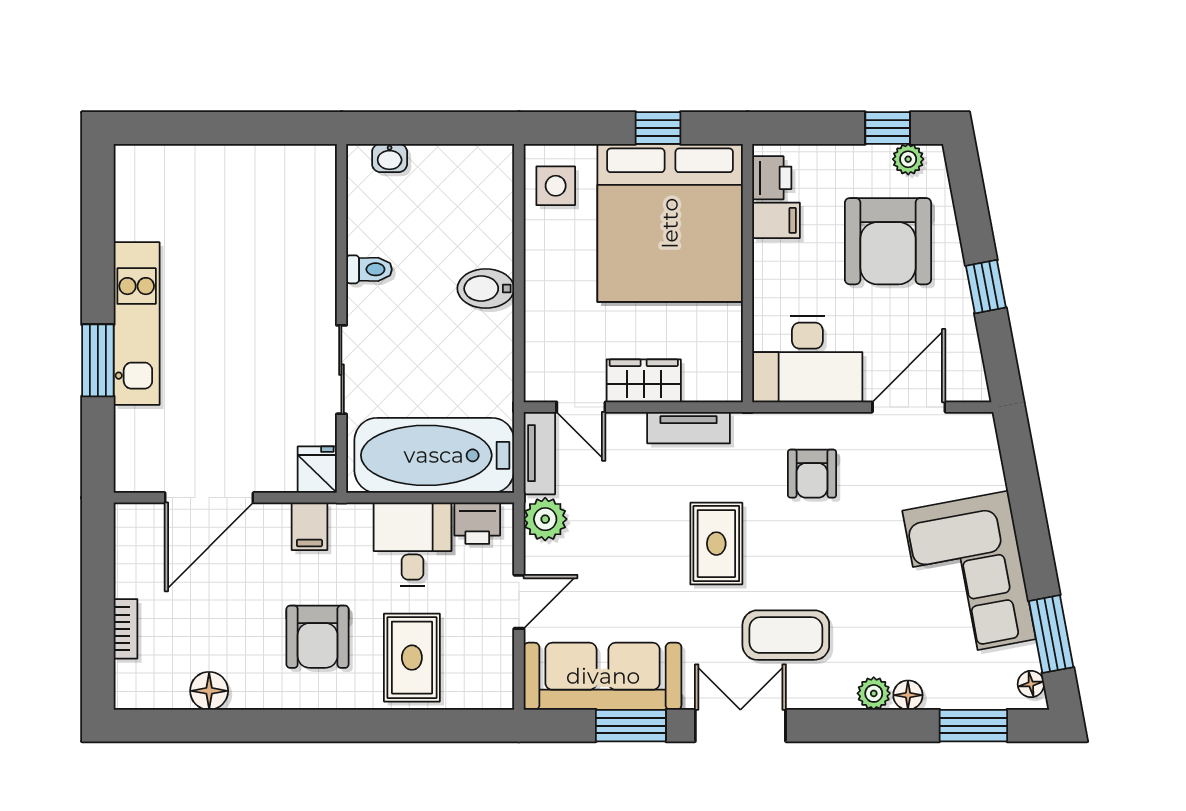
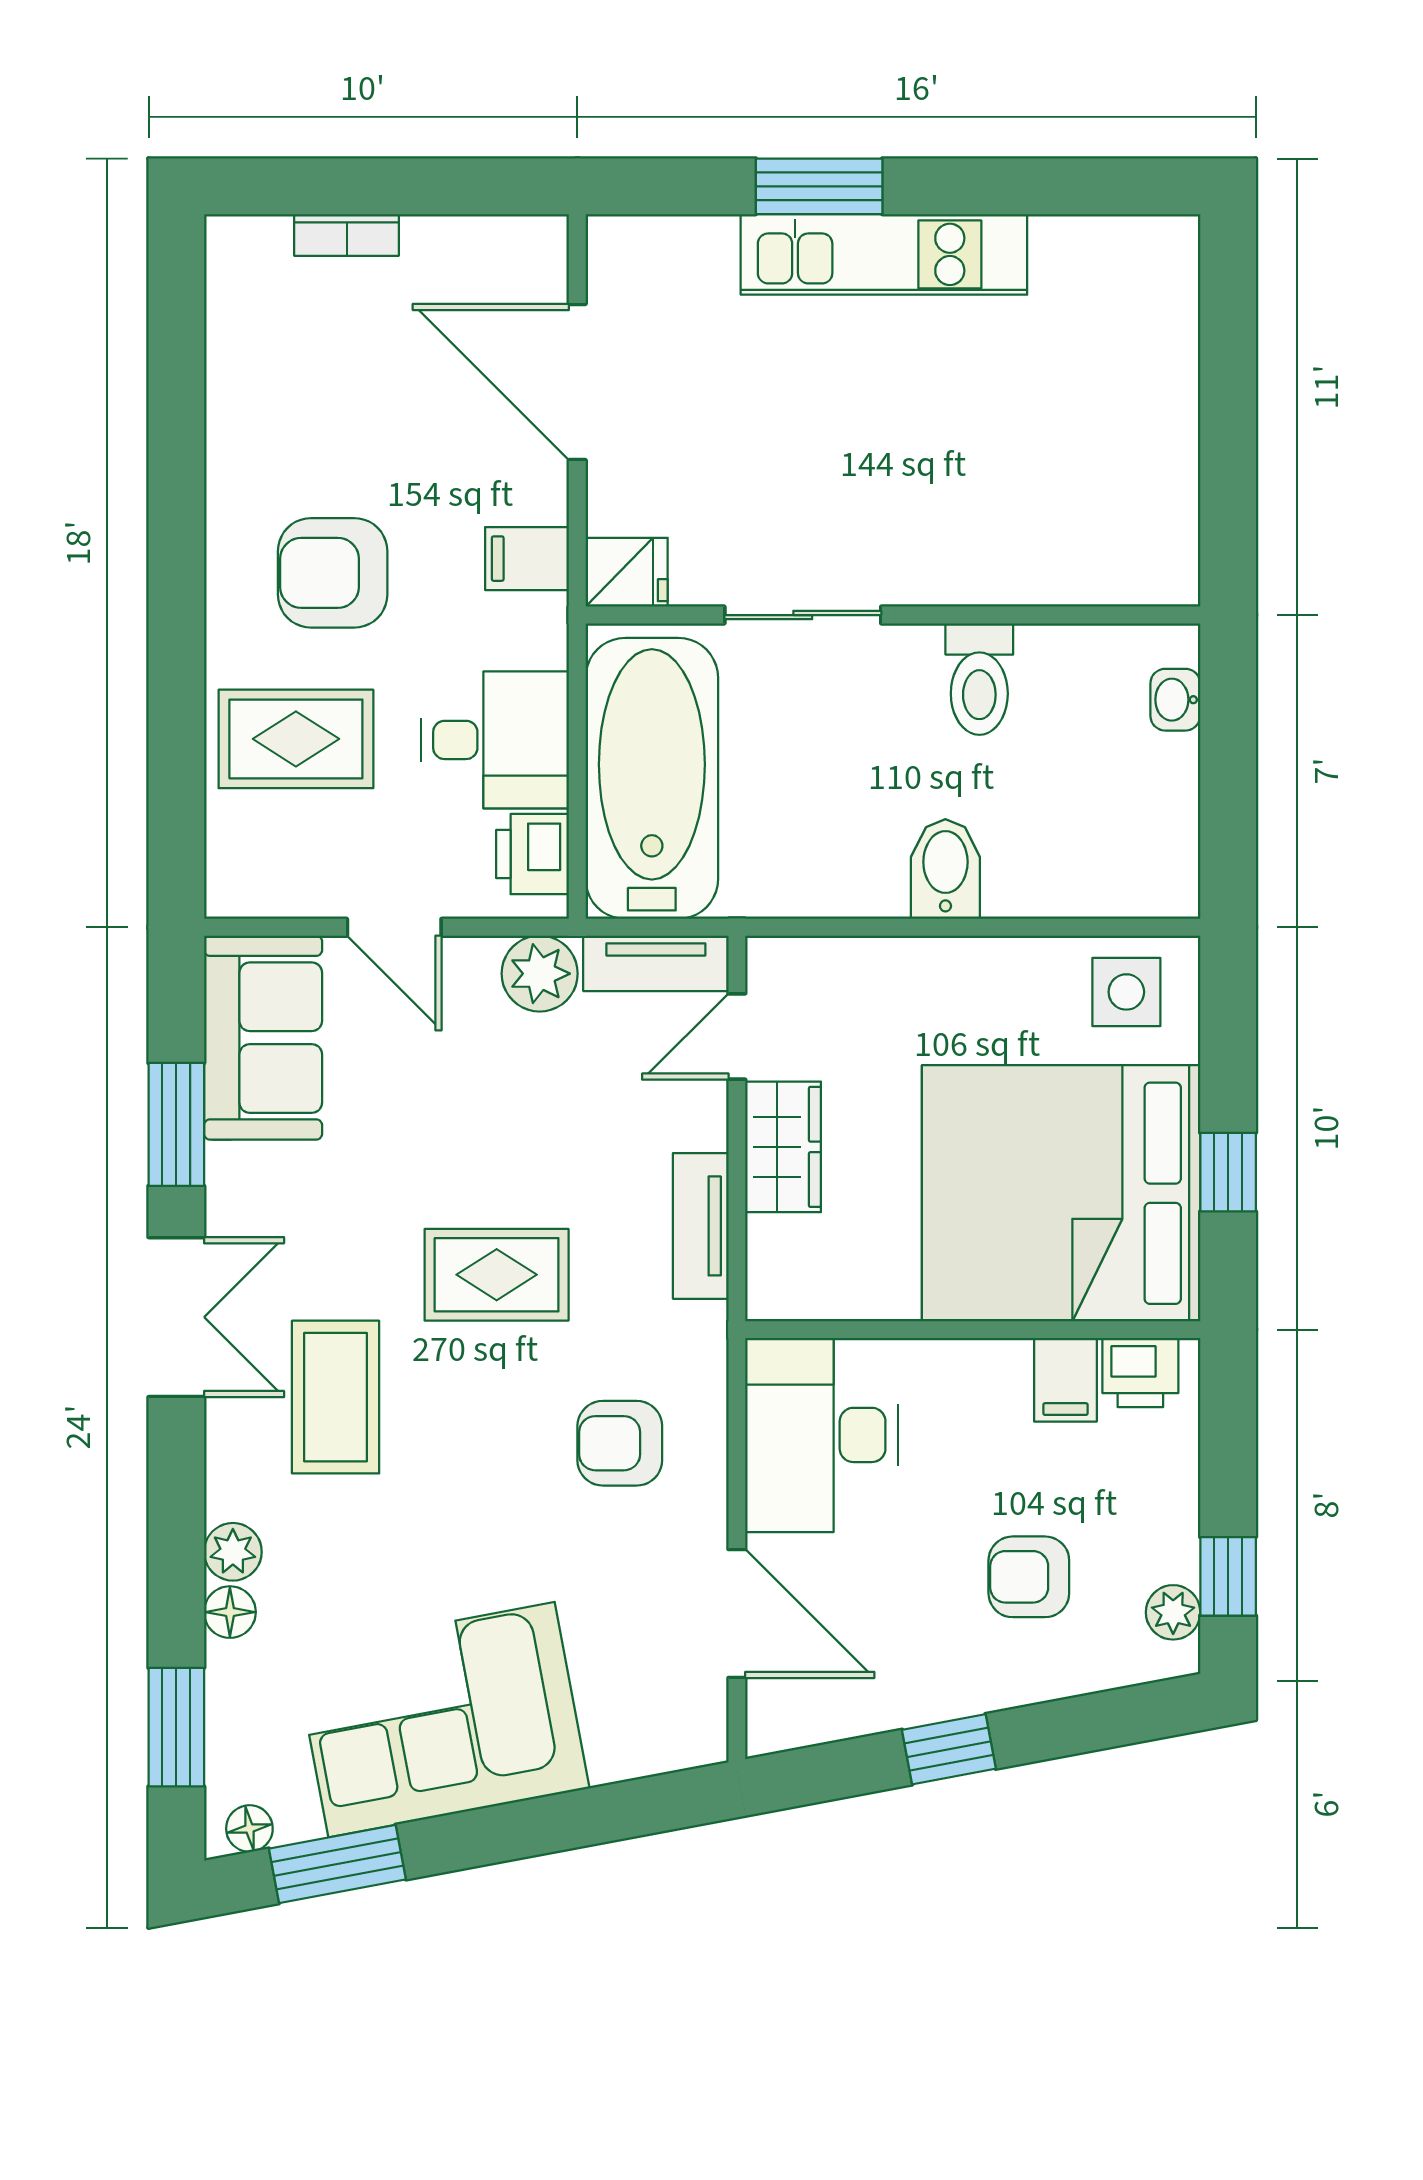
armchair: (888, 241) -> (1029, 1577), width x0.53, depth x0.53
toilet: (369, 269) -> (979, 679), width x1.37, depth x1.39
sofa: (603, 676) -> (263, 1038), width x0.73
floor lamp: (209, 691) -> (237, 382), removed

